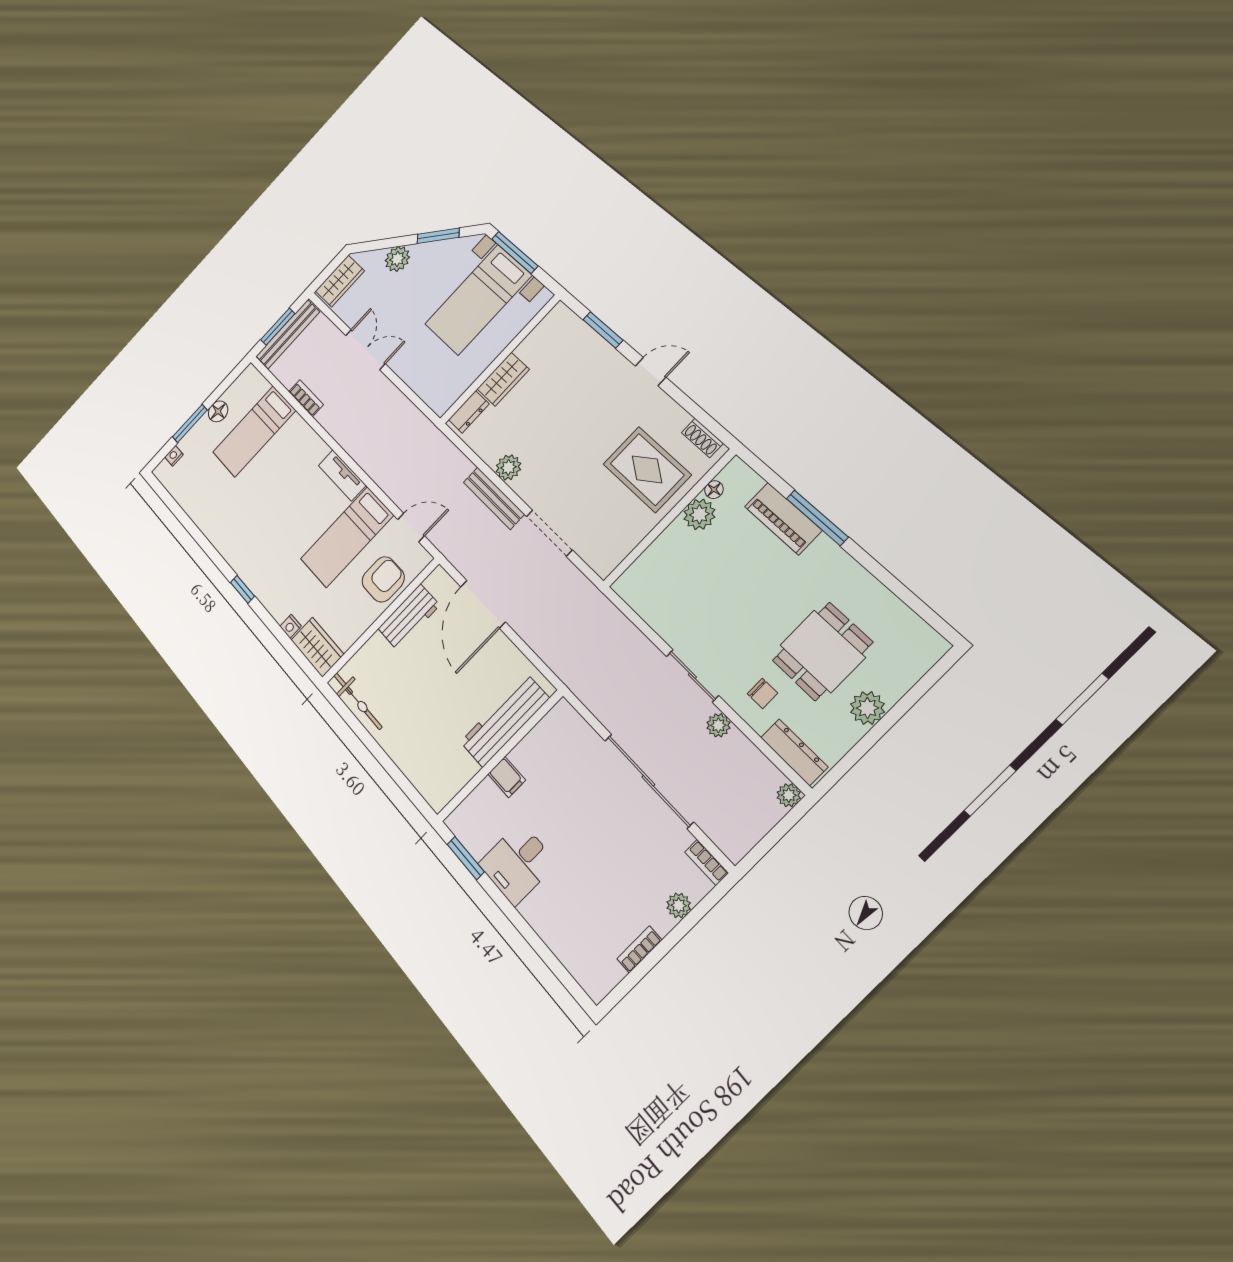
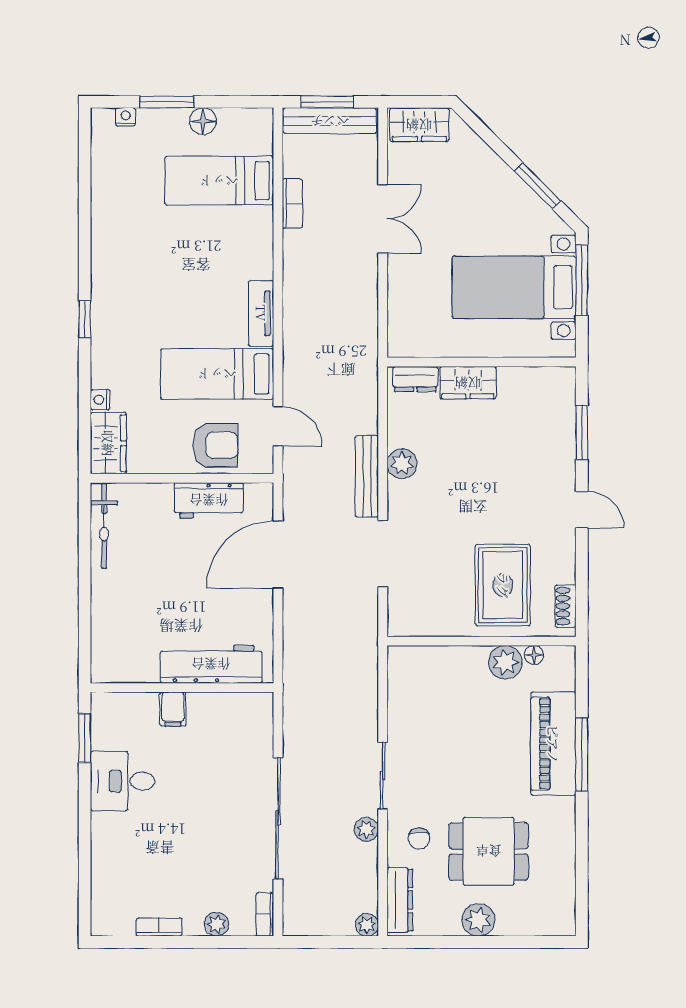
plant: (397, 259) -> (486, 165), removed
piano: (783, 518) -> (553, 744), width x1.37, depth x1.33

